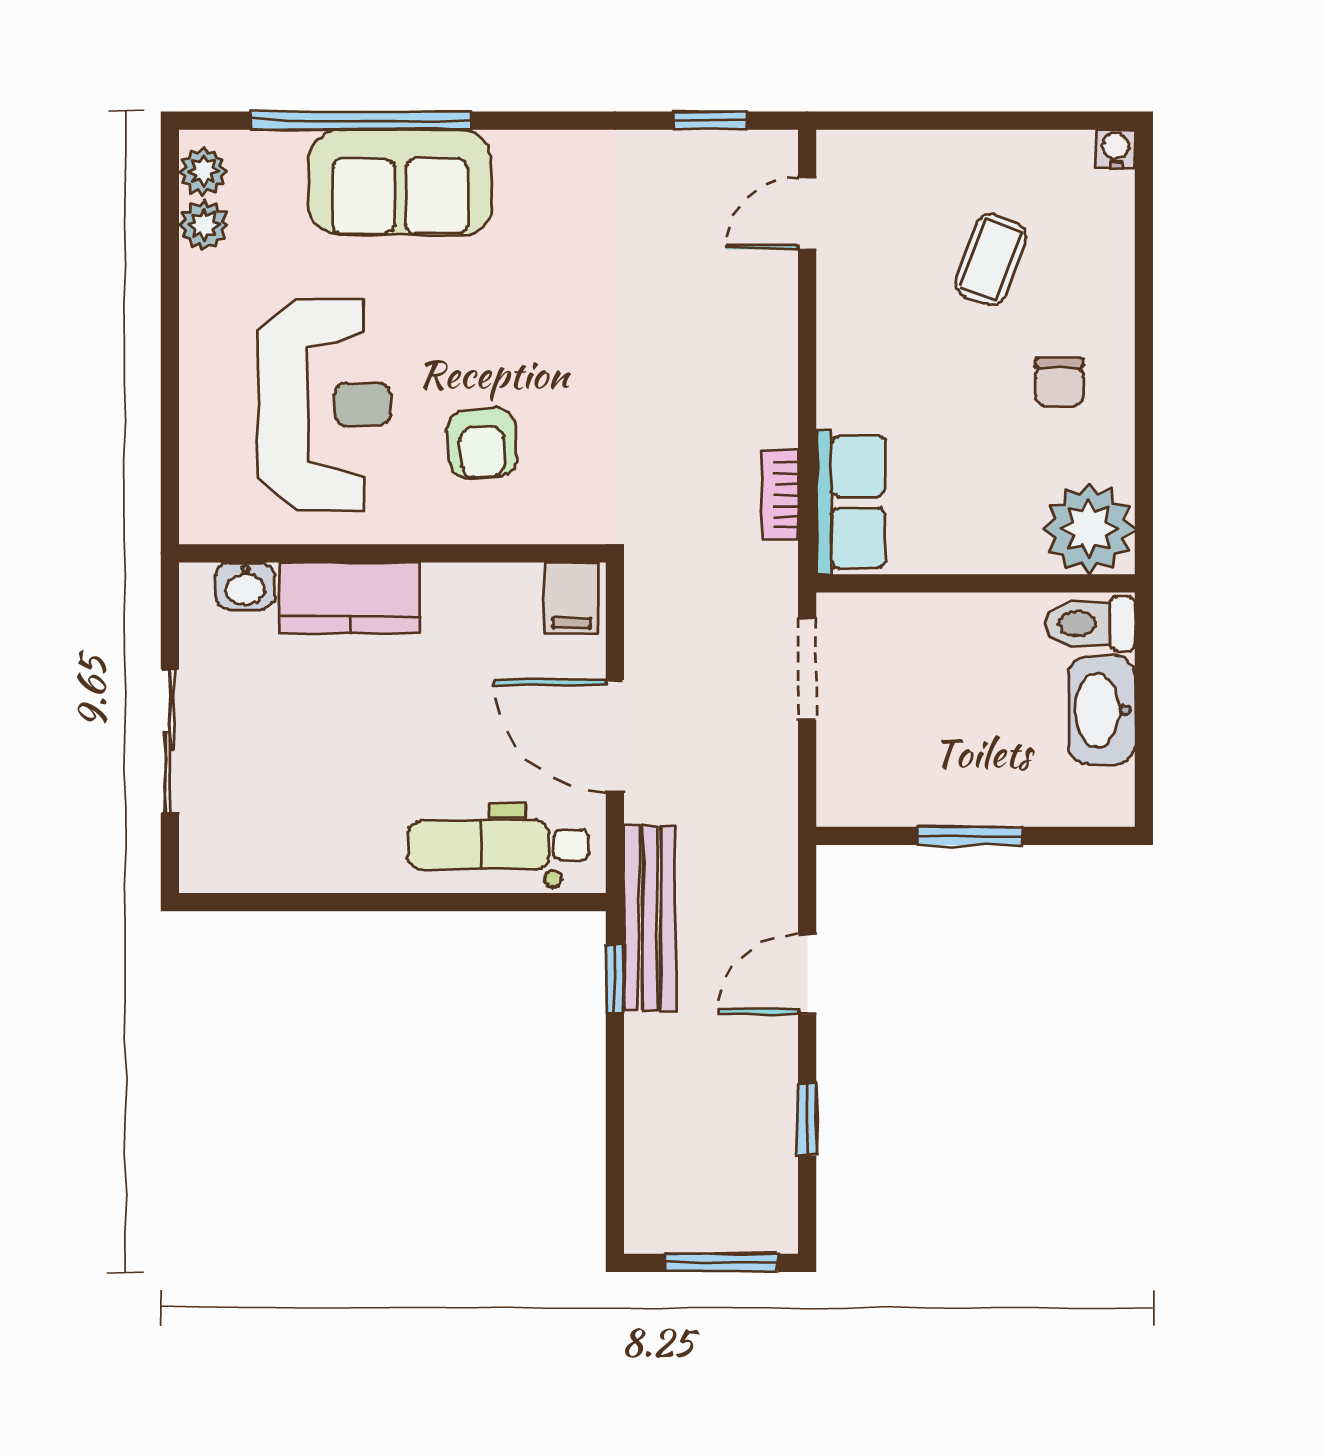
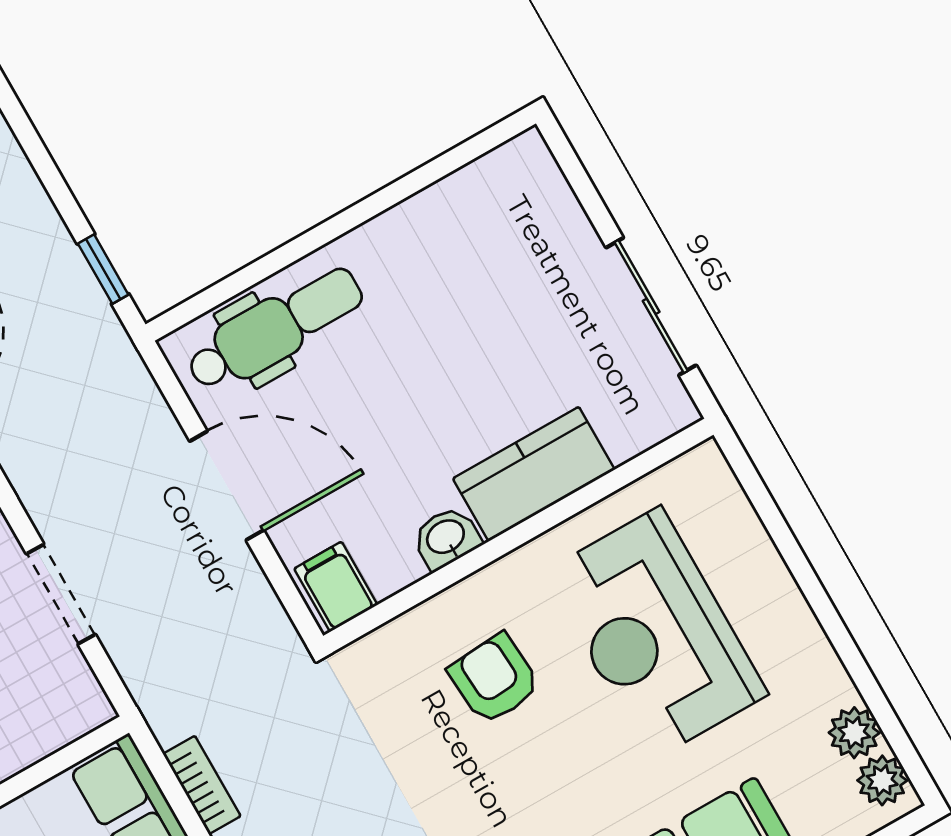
washbasin: (245, 586) -> (446, 538), moved
doorway: (807, 669) -> (61, 594), moved
sliding door: (170, 741) -> (651, 306), moved
bench: (650, 918) -> (103, 341), removed

